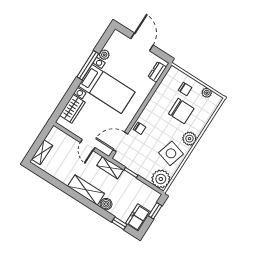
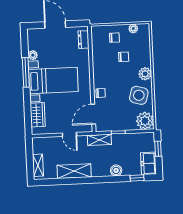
chair: (181, 111) -> (124, 57), width x0.54, depth x0.54
shelving: (86, 190) -> (74, 171), moved

